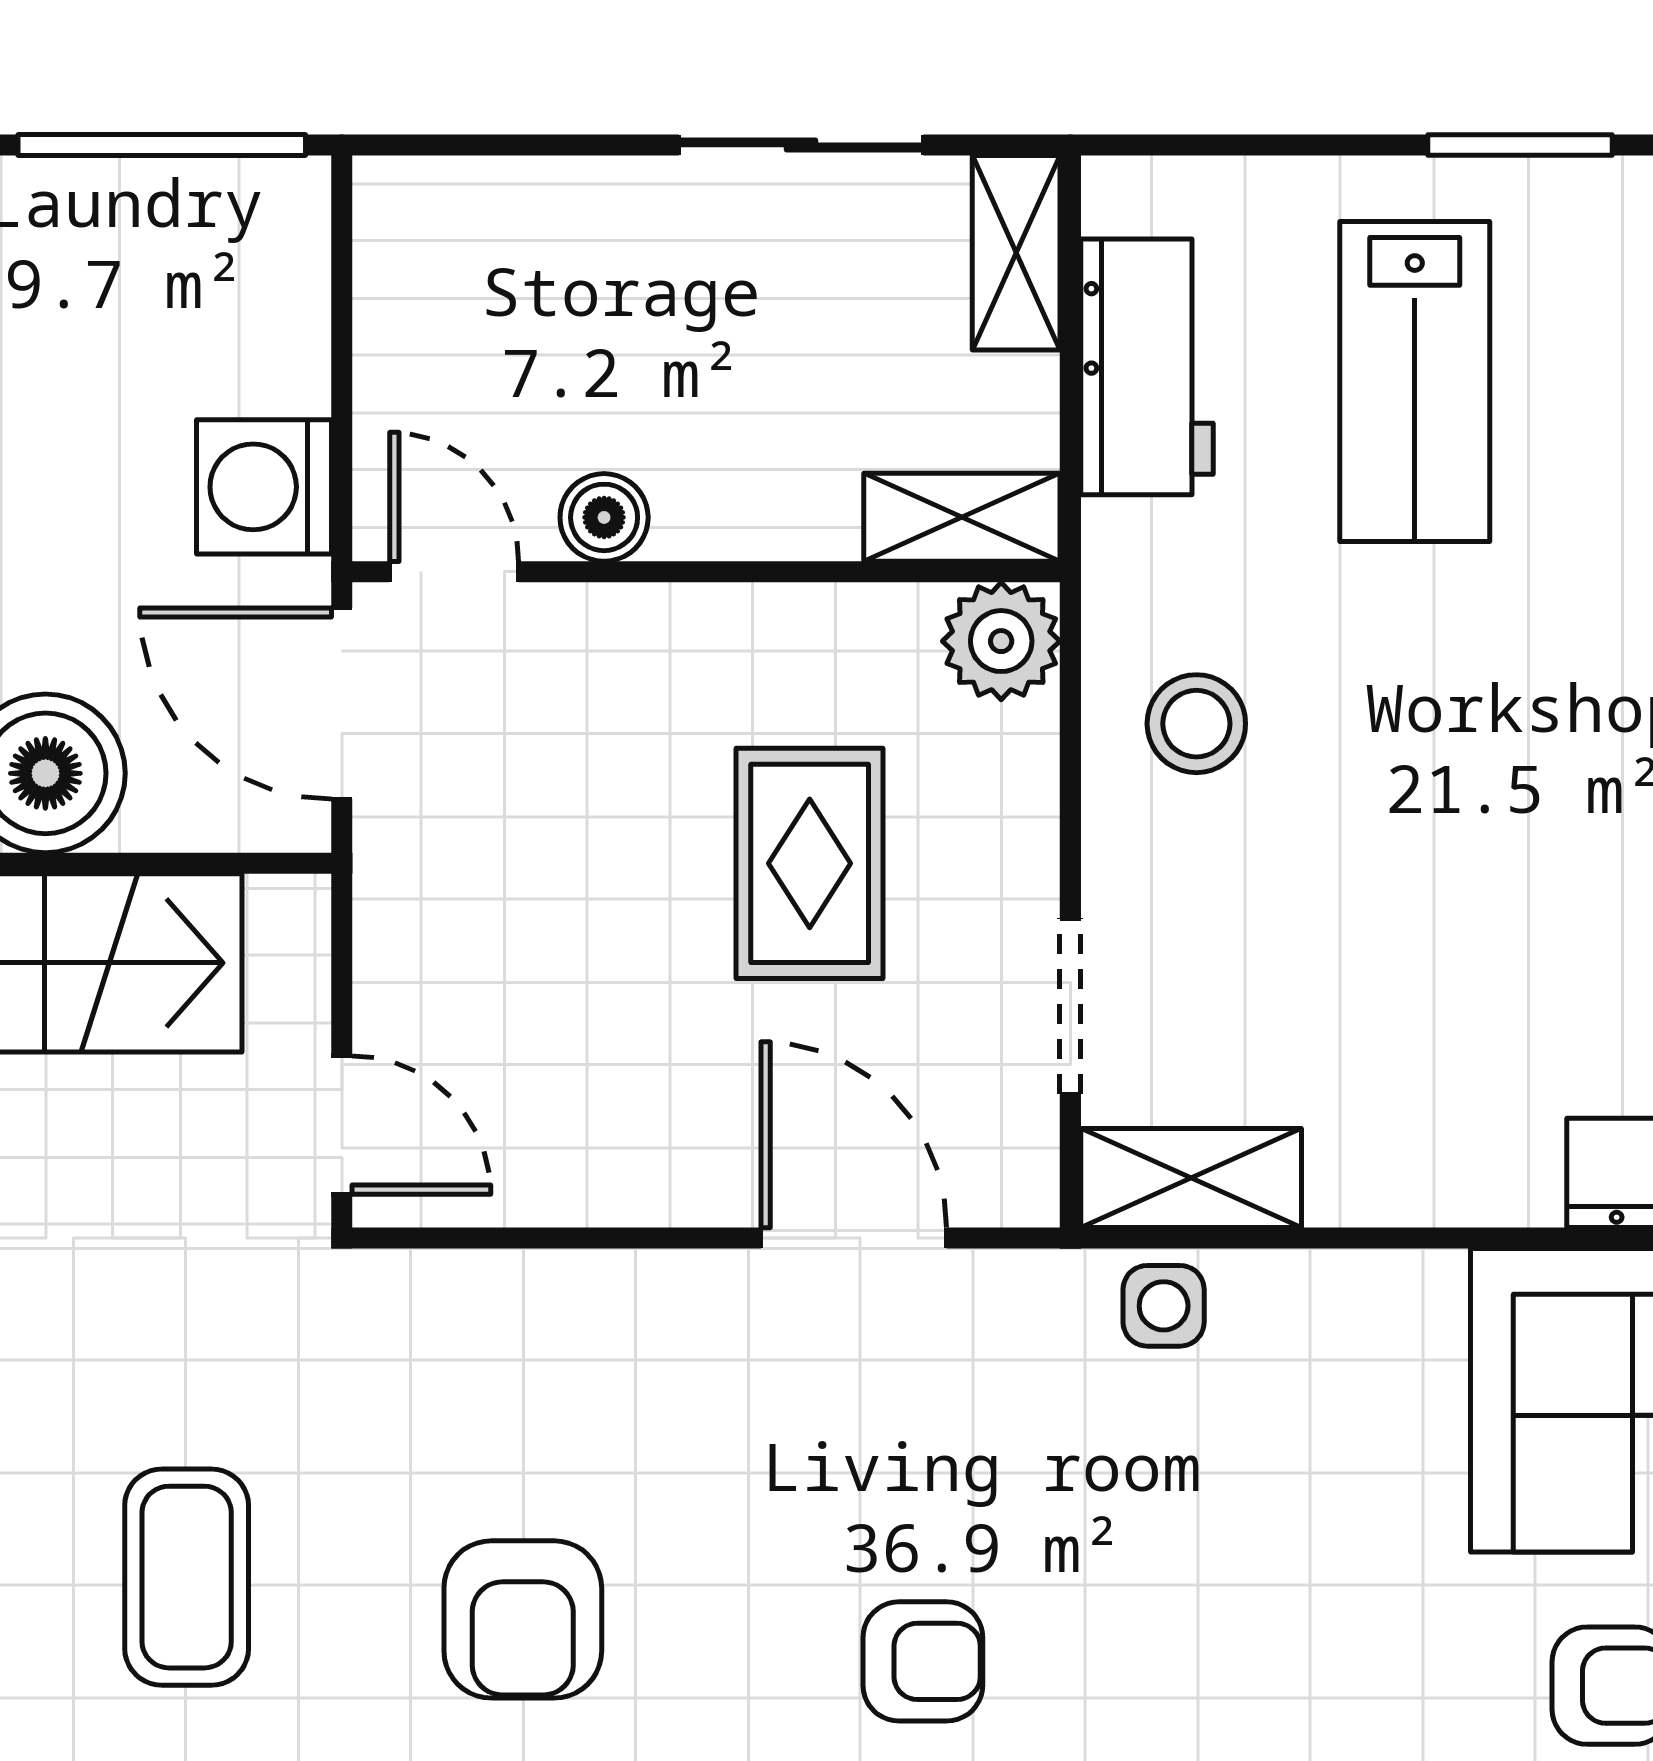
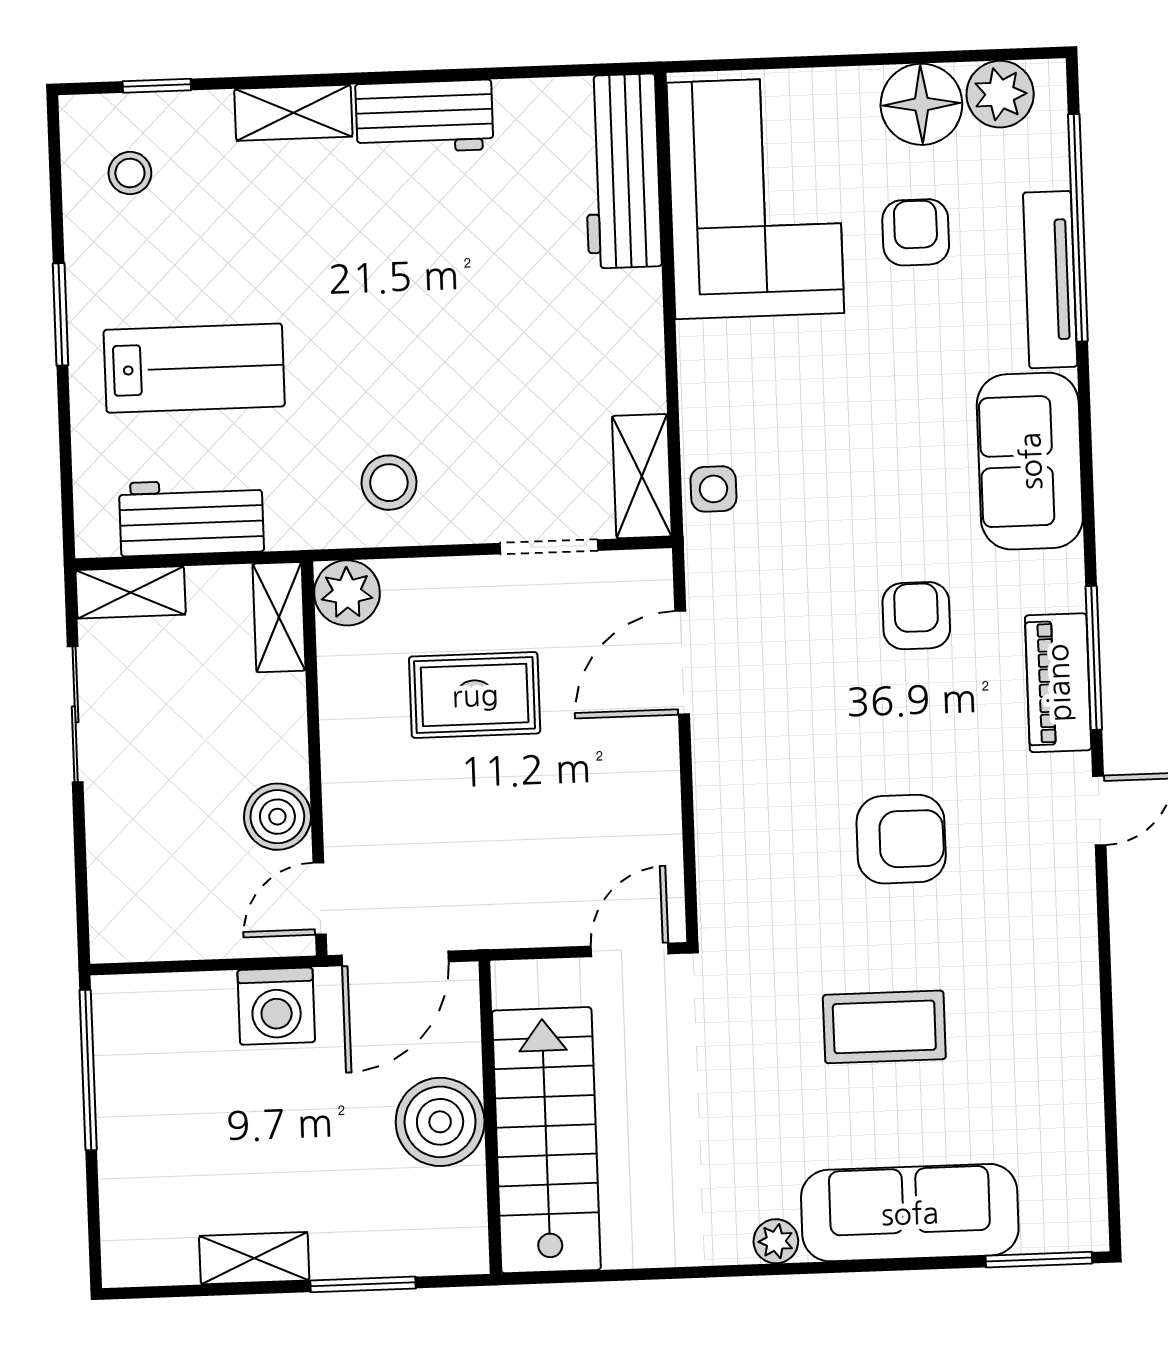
boiler: (604, 517) -> (277, 817), width x1.36, depth x1.36

